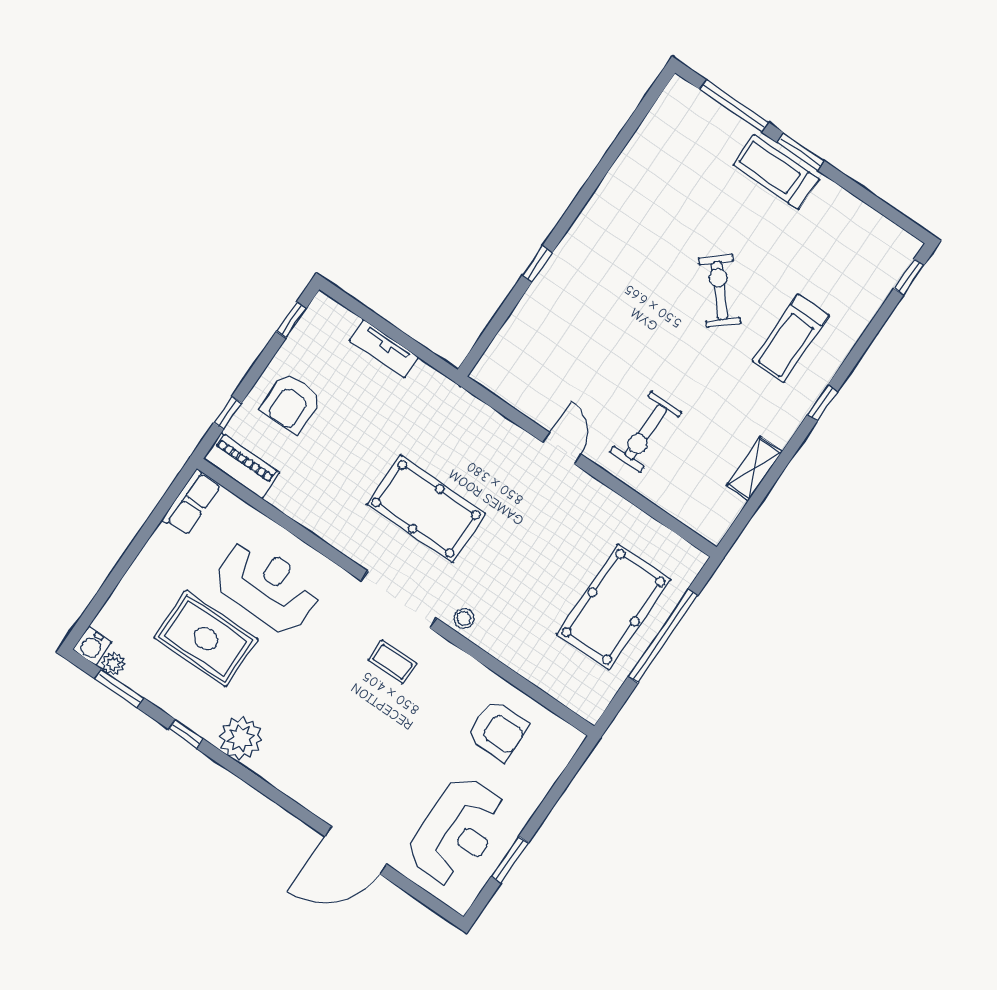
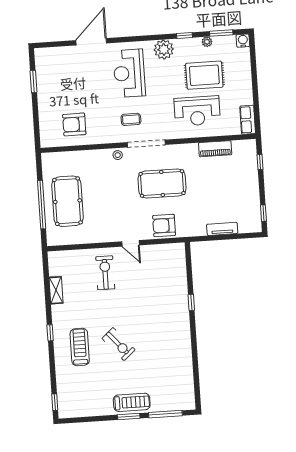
armchair: (291, 403) -> (164, 226), moved, turned -90
piano: (242, 466) -> (215, 149), moved
plant: (113, 664) -> (207, 42), moved
reception desk: (457, 832) -> (129, 73), moved

